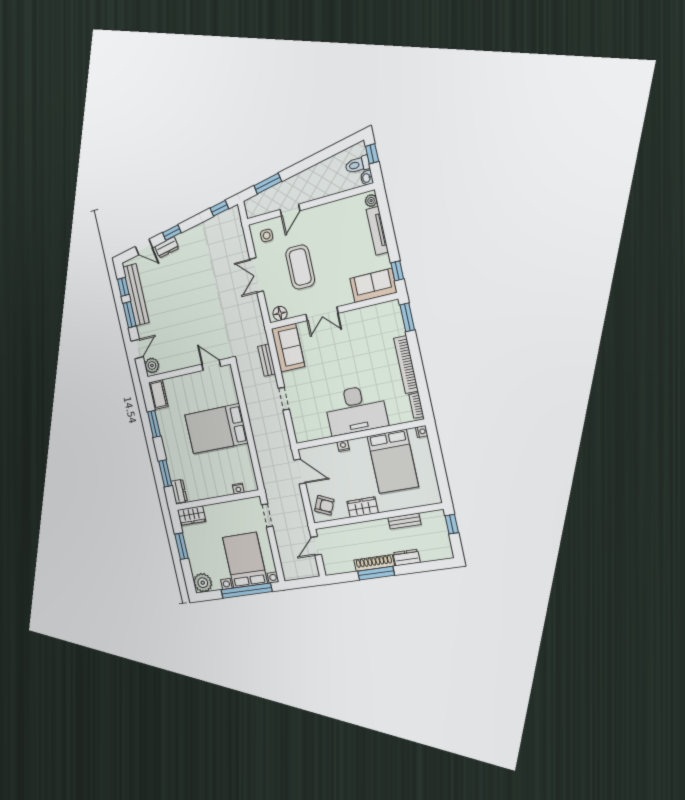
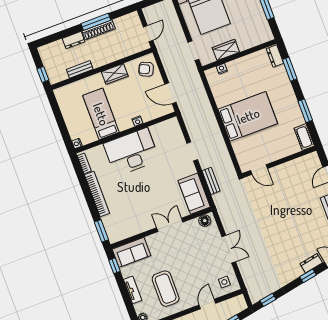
tv unit: (377, 231) -> (133, 290), width x0.71
coffee table: (300, 267) -> (166, 289), moved
plant: (152, 365) -> (313, 161), removed
bed: (393, 461) -> (101, 114), width x0.67
wardrobe: (191, 516) -> (226, 50), moved

